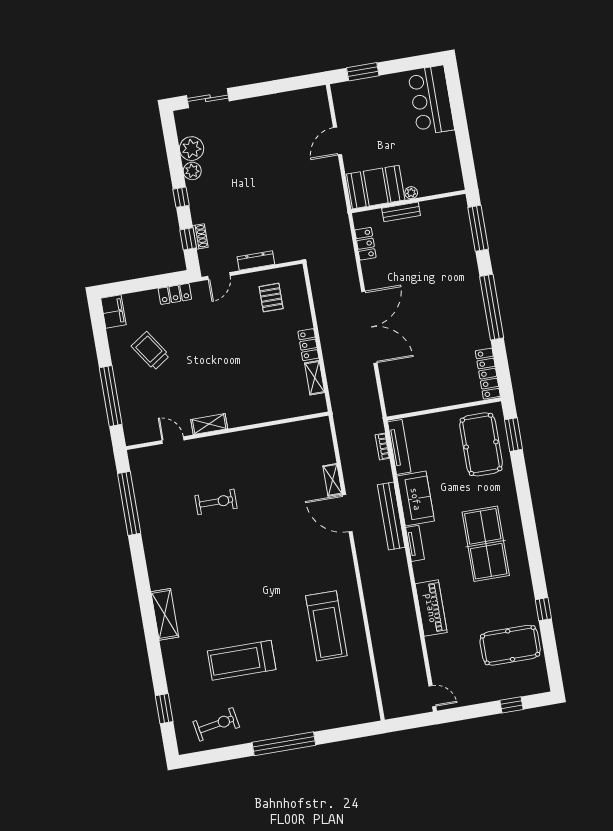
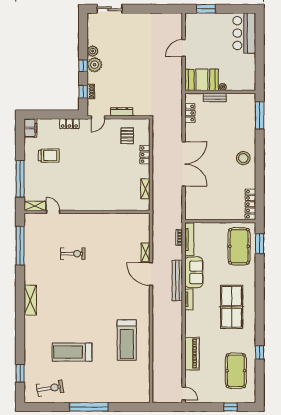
plant: (192, 149) -> (95, 65), moved
stool: (464, 301) -> (243, 158), added
window: (492, 307) -> (260, 164), removed
locker: (308, 345) -> (145, 155), moved
trolley: (150, 351) -> (49, 156), turned 124
shelving: (209, 424) -> (35, 206), moved
piano: (431, 608) -> (192, 354), moved
shelving: (165, 614) -> (30, 300), moved
pool table: (510, 645) -> (236, 371), turned 90

